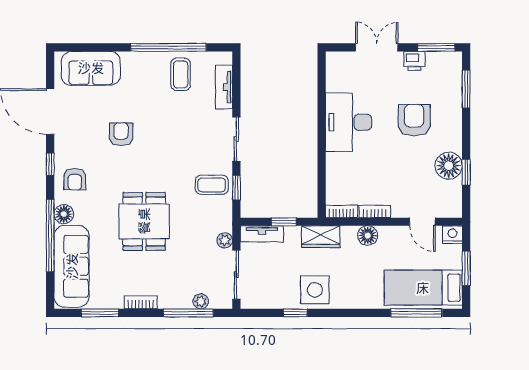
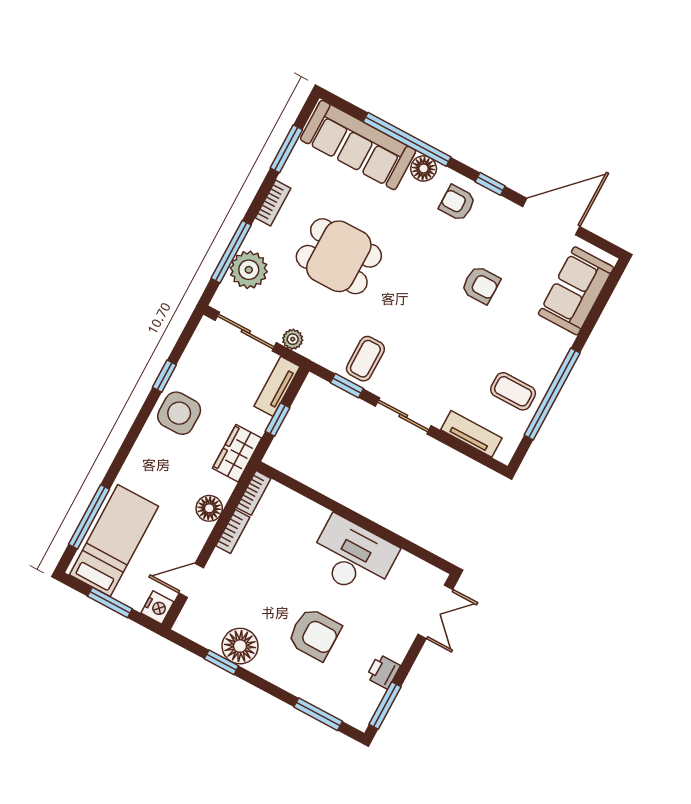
double door: (377, 47) -> (435, 612), moved
dining table: (144, 221) -> (339, 256), moved
plant: (201, 301) -> (249, 270), width x1.88, depth x1.88

